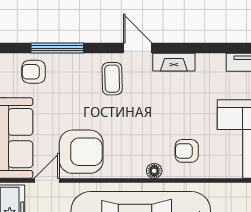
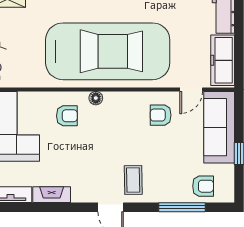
fireplace: (174, 62) -> (52, 195), moved
armchair: (81, 152) -> (161, 115), width x0.53, depth x0.53

